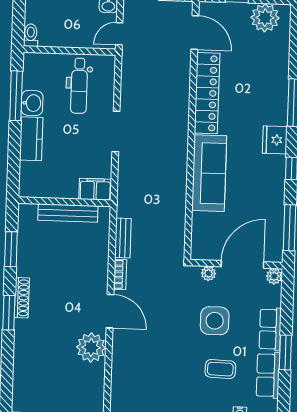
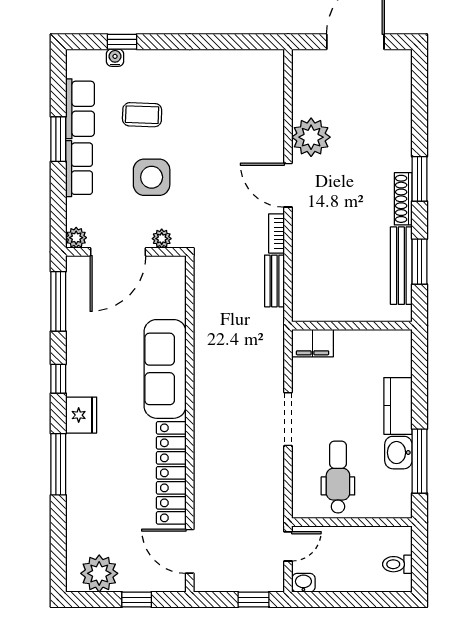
toilet: (31, 35) -> (397, 564), moved, turned 90
bench: (68, 213) -> (401, 266), moved, turned 90

